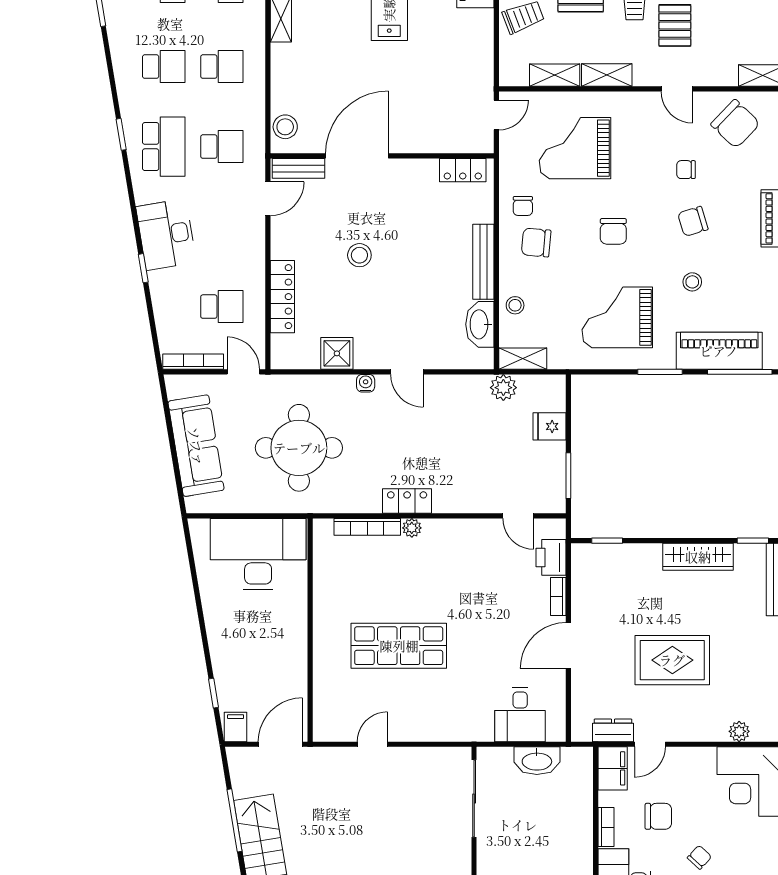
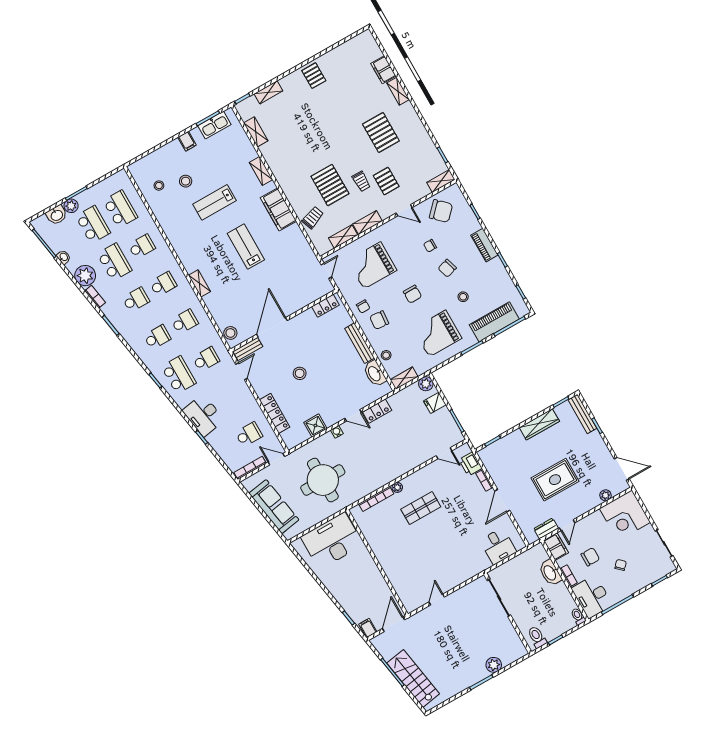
plant: (503, 388) -> (426, 384), moved
locker: (407, 501) -> (377, 411), moved, turned 180
shop shelf: (399, 646) -> (421, 508), moved, width x0.70, depth x0.74
washbasin: (537, 761) -> (550, 573), moved, turned 90

